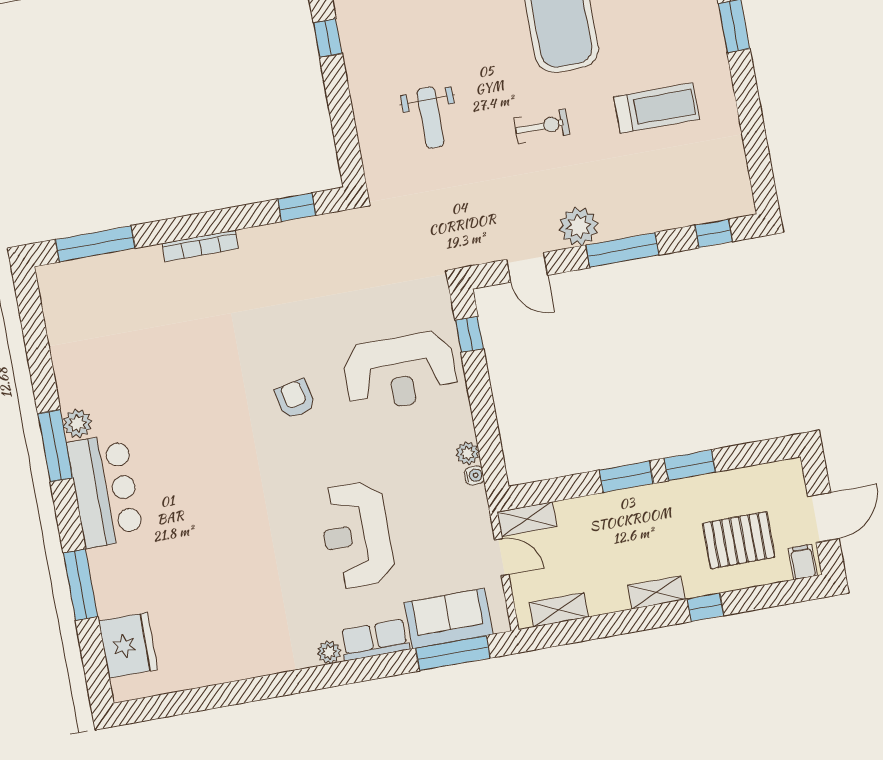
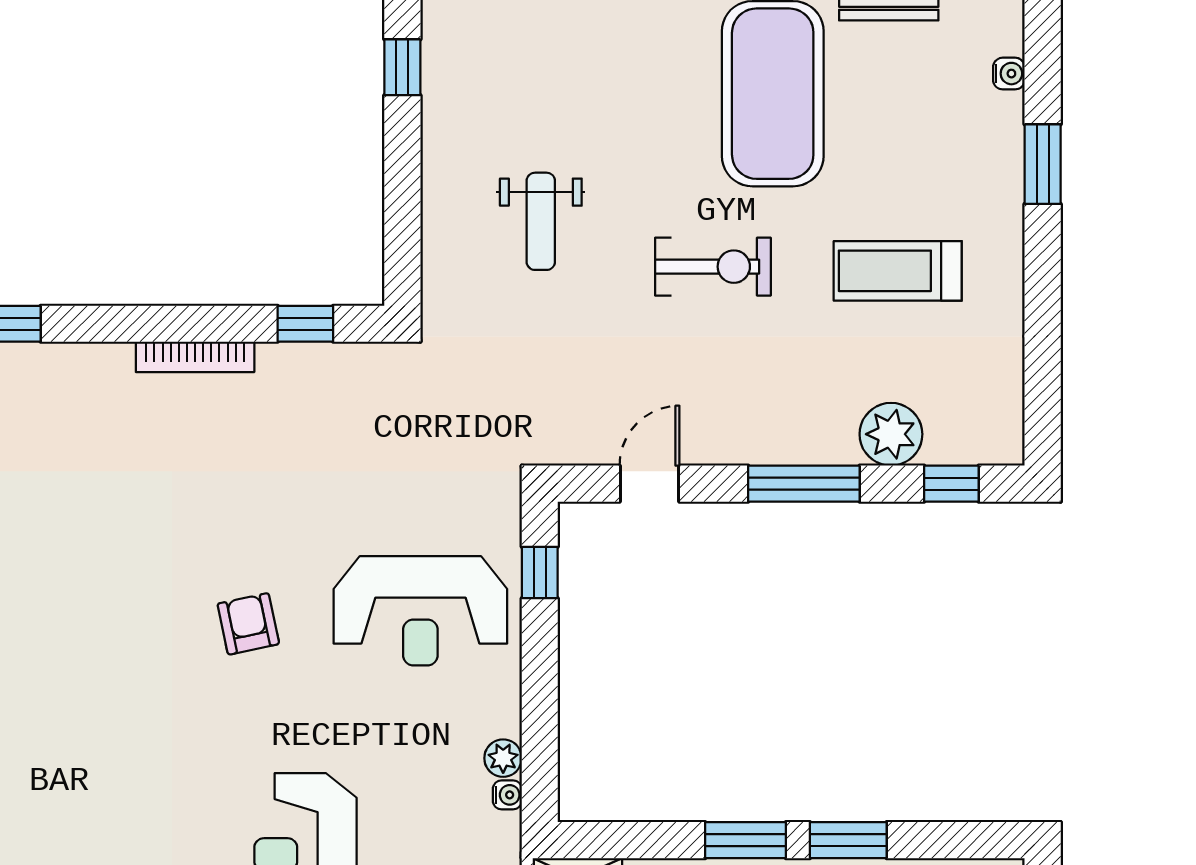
treadmill: (656, 108) -> (898, 271), turned 180
exercise bike: (542, 126) -> (713, 267), width x1.38, depth x1.39
plant: (579, 226) -> (891, 434), moved
bookcase: (200, 246) -> (195, 357), moved
door: (527, 267) -> (649, 484), swing flipped

